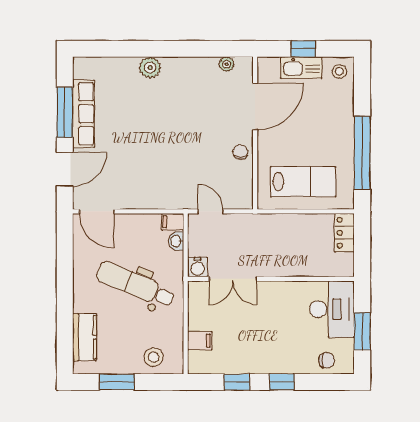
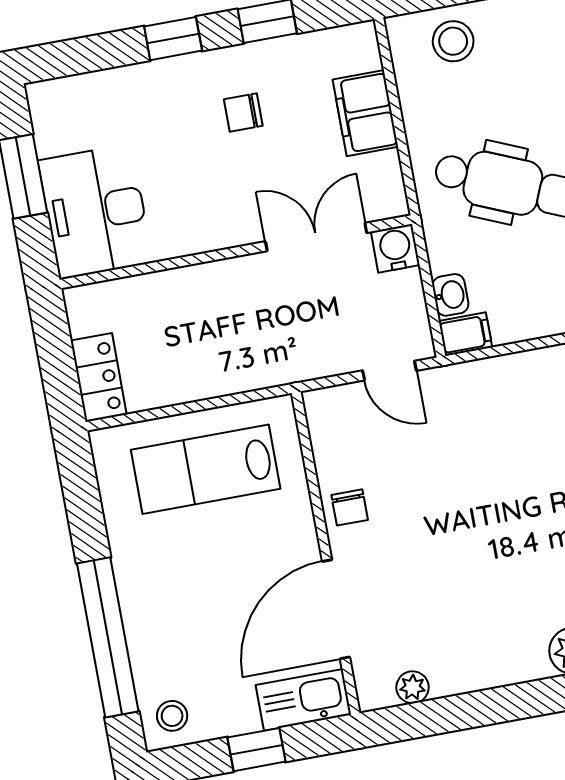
kitchen sink: (301, 68) -> (303, 700), moved
window: (362, 153) -> (108, 637), moved
filing cabinet: (200, 341) -> (365, 113), width x2.00
chair: (327, 360) -> (243, 113), moved

